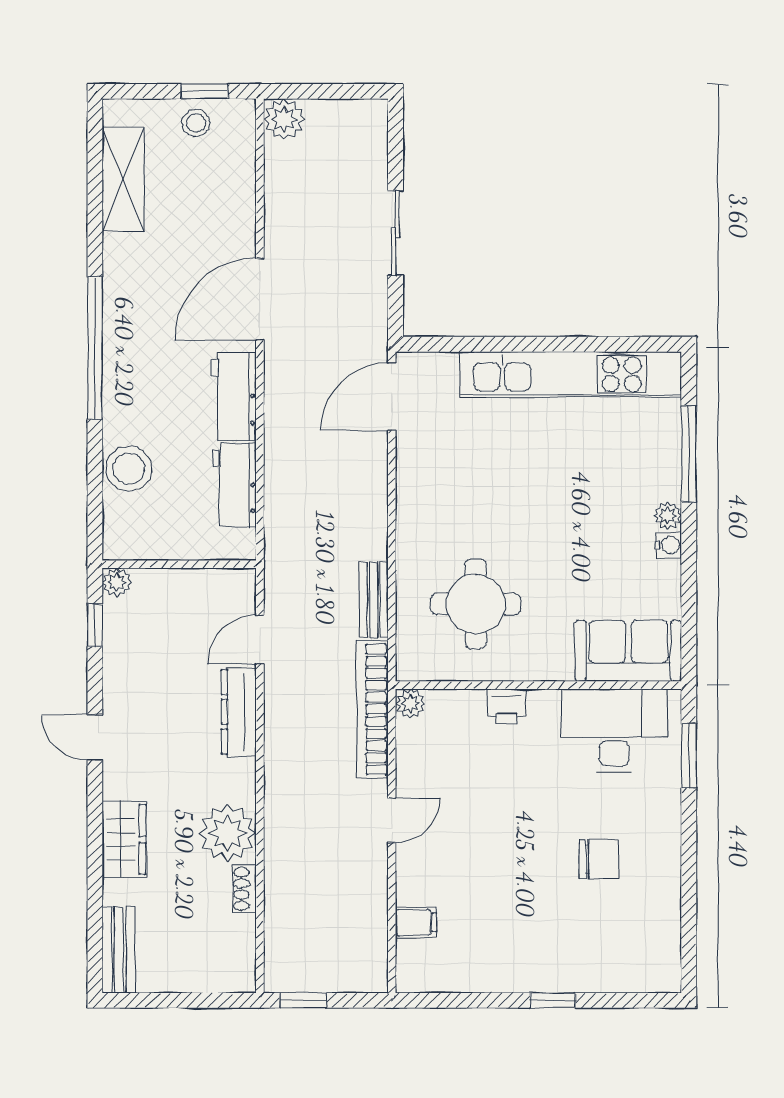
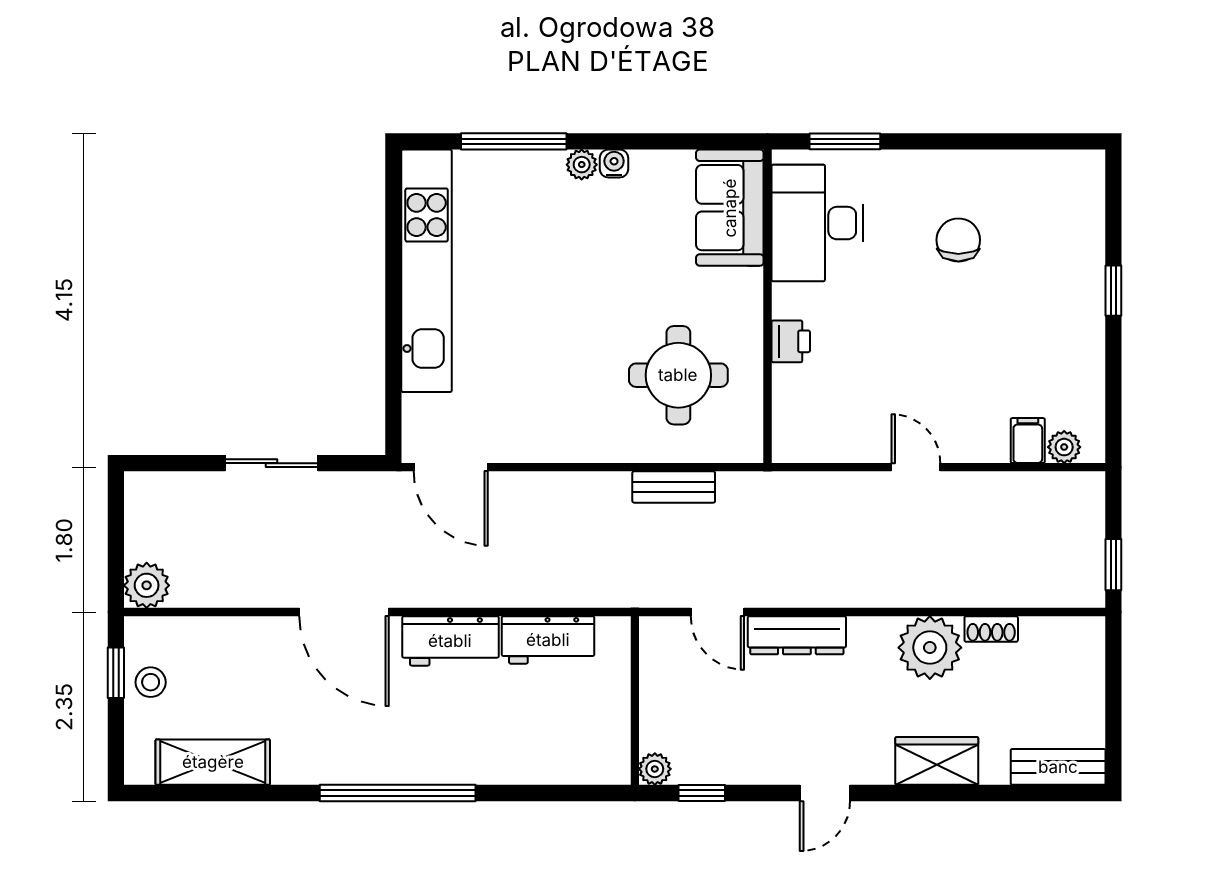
stool: (129, 469) -> (530, 756), removed
plant: (410, 704) -> (1064, 447), moved
bookcase: (372, 709) -> (794, 488), removed

